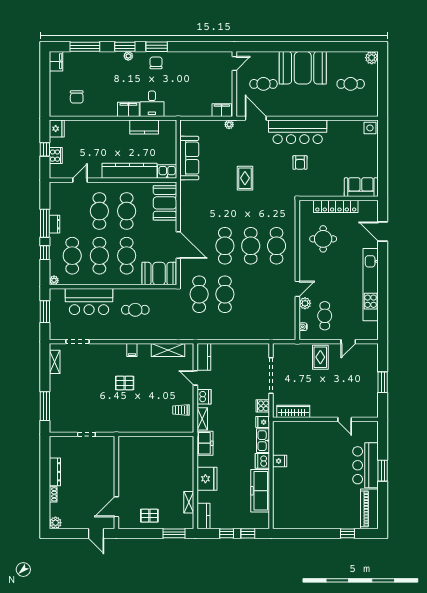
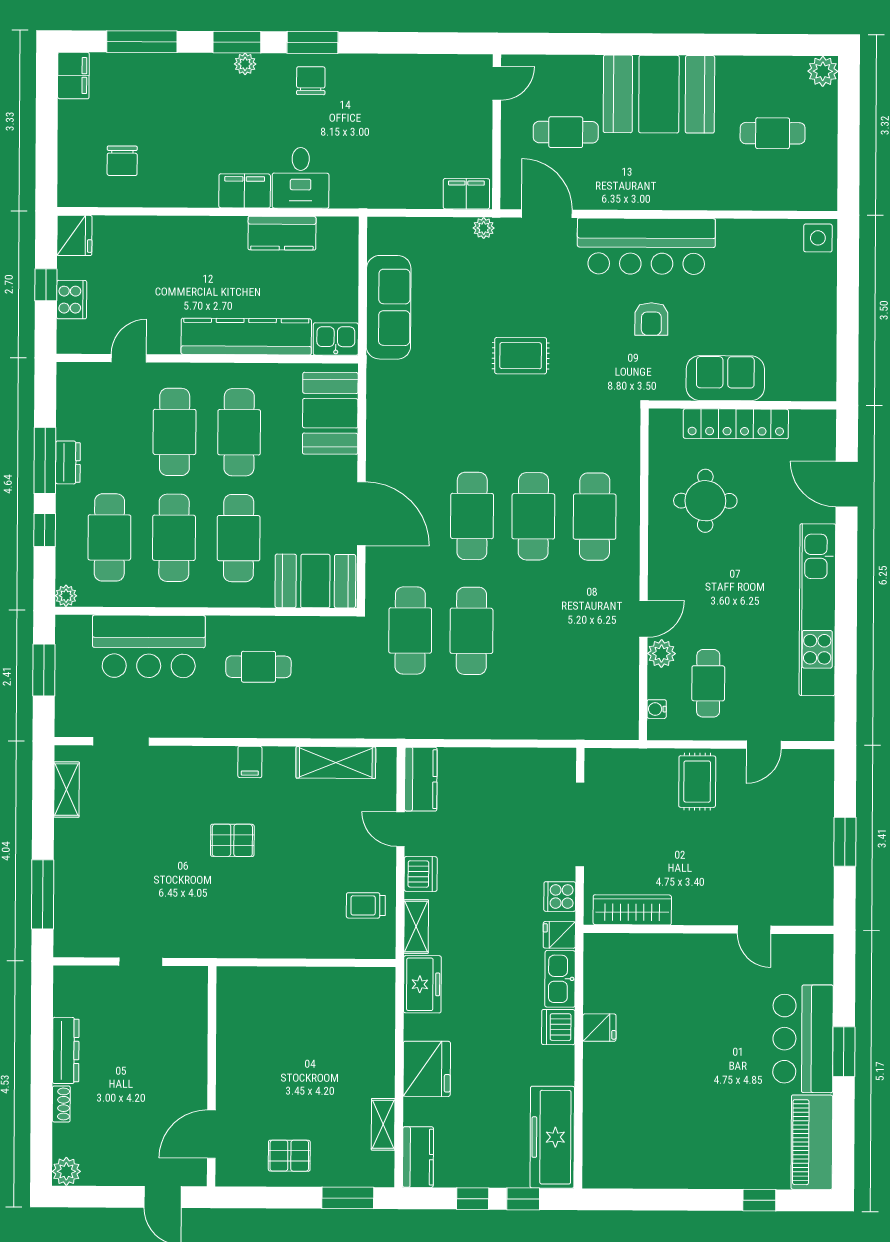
rug: (245, 178) -> (521, 356), turned 90
sofa: (361, 187) -> (725, 378), moved
freezer: (260, 491) -> (552, 1137), moved

